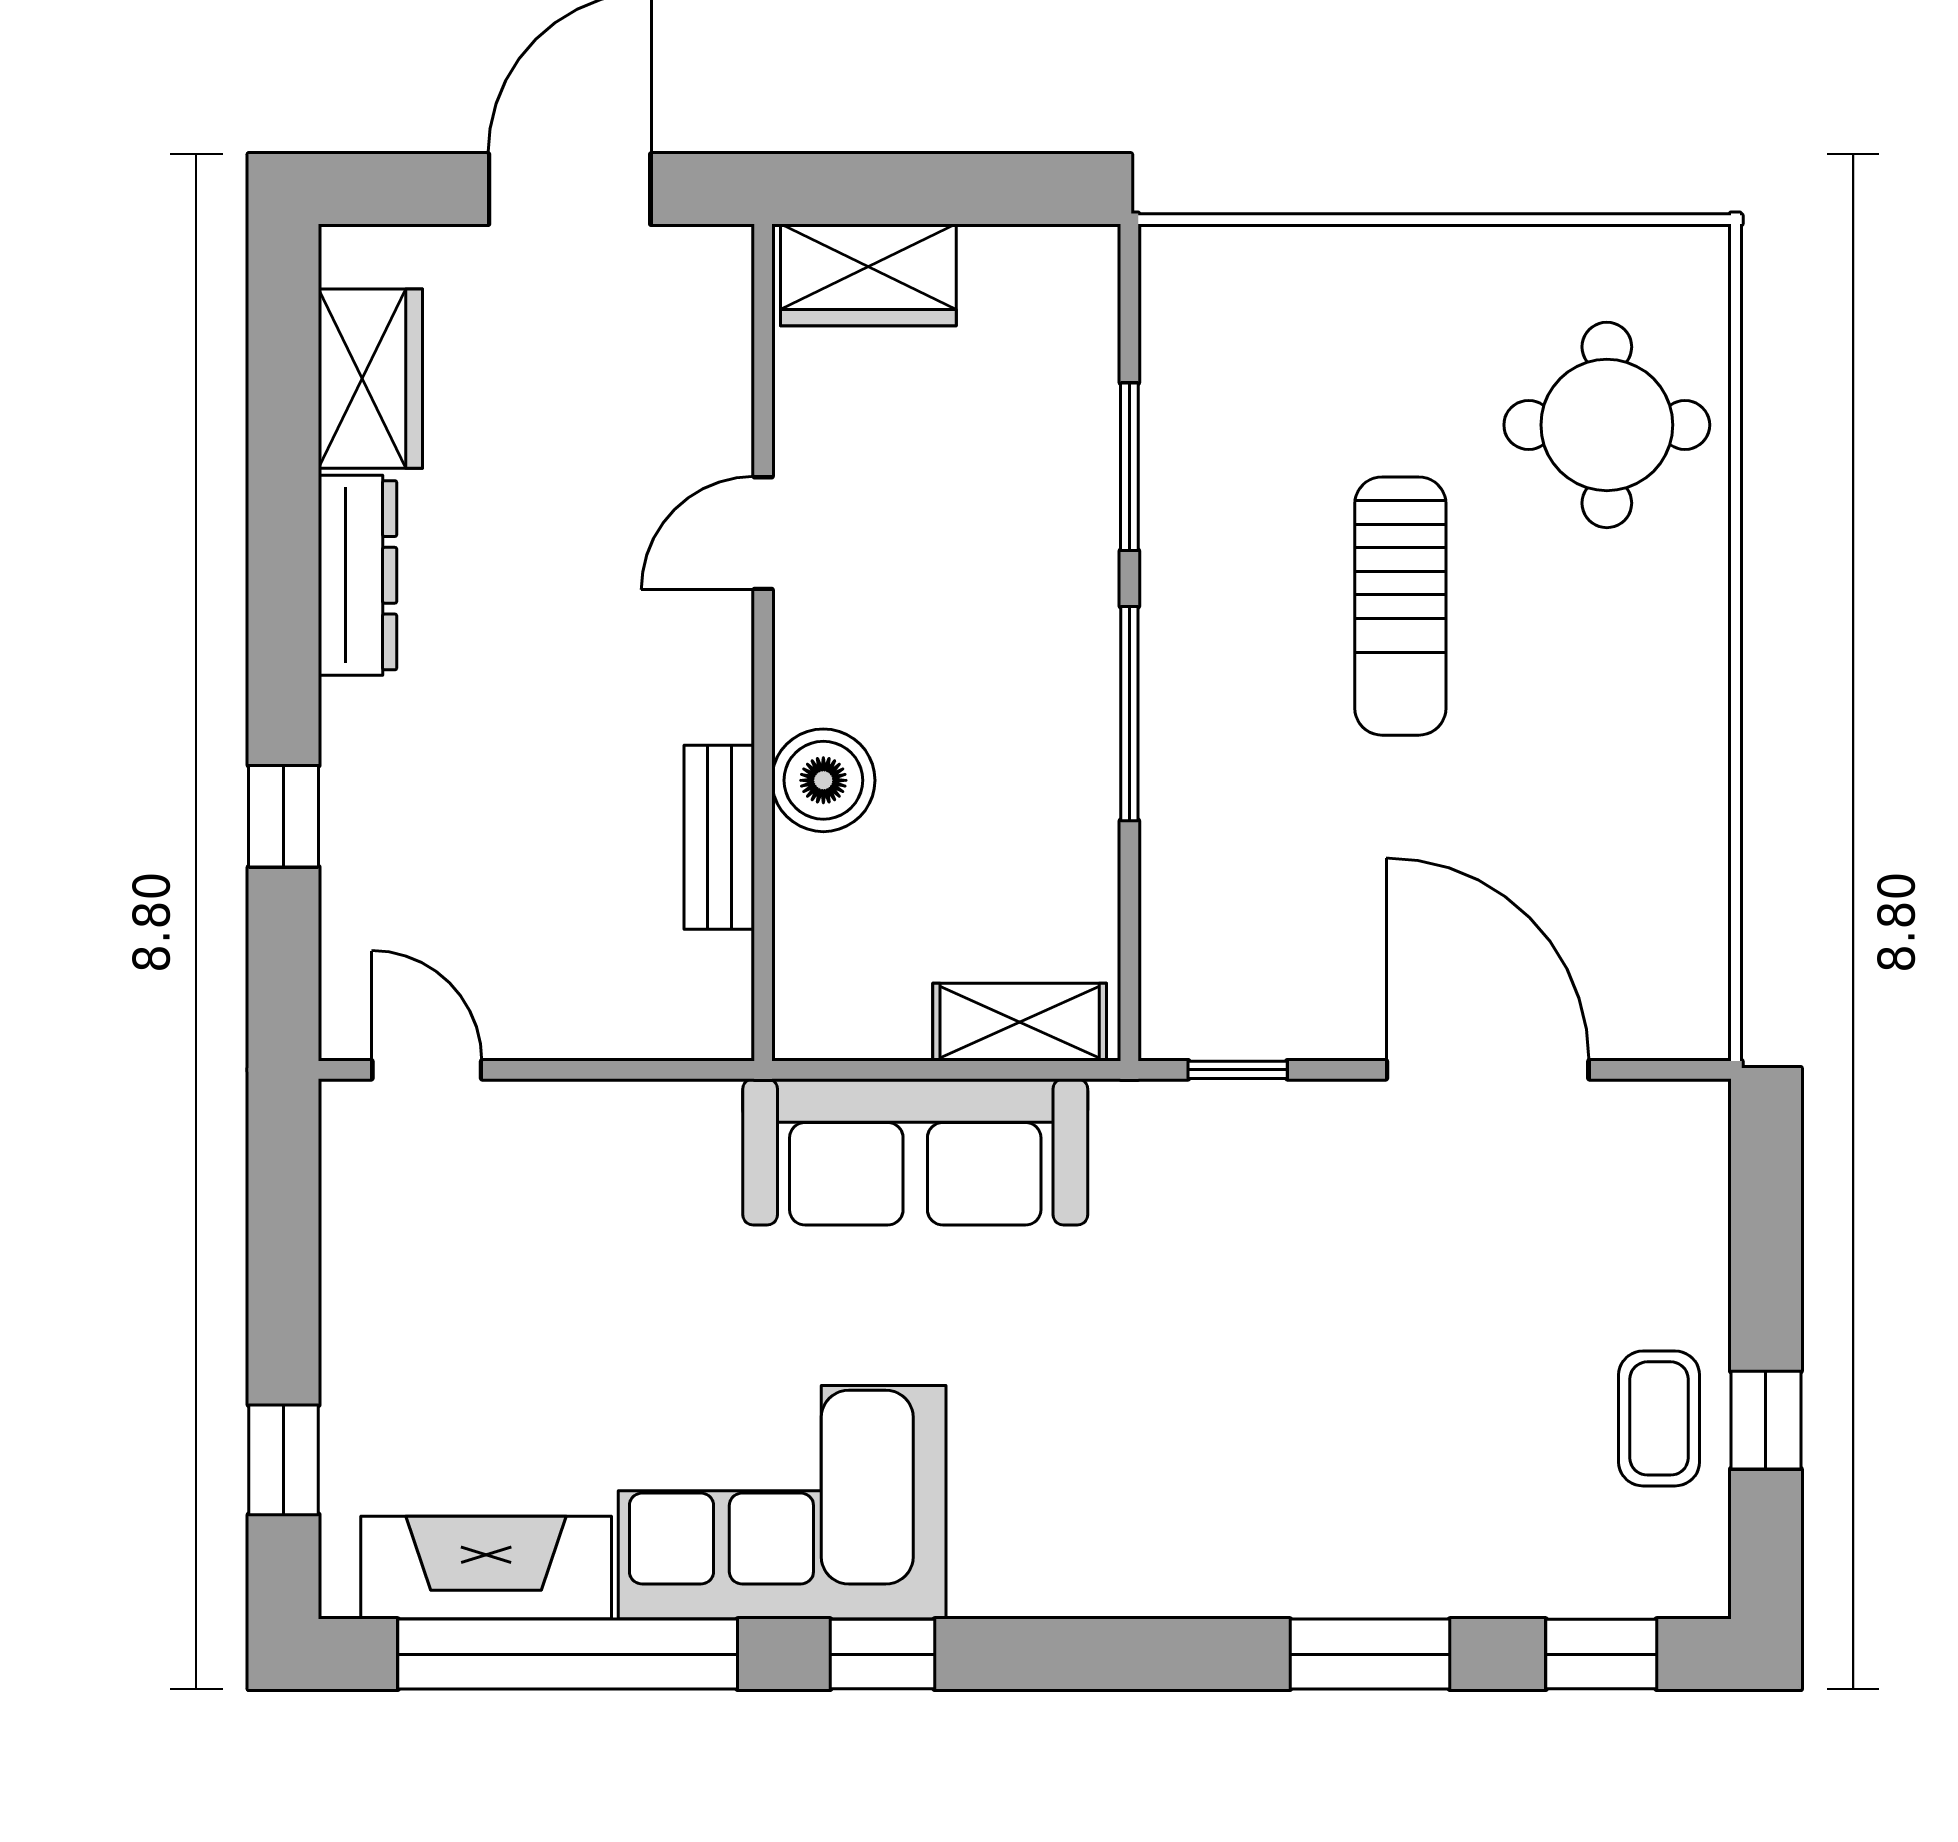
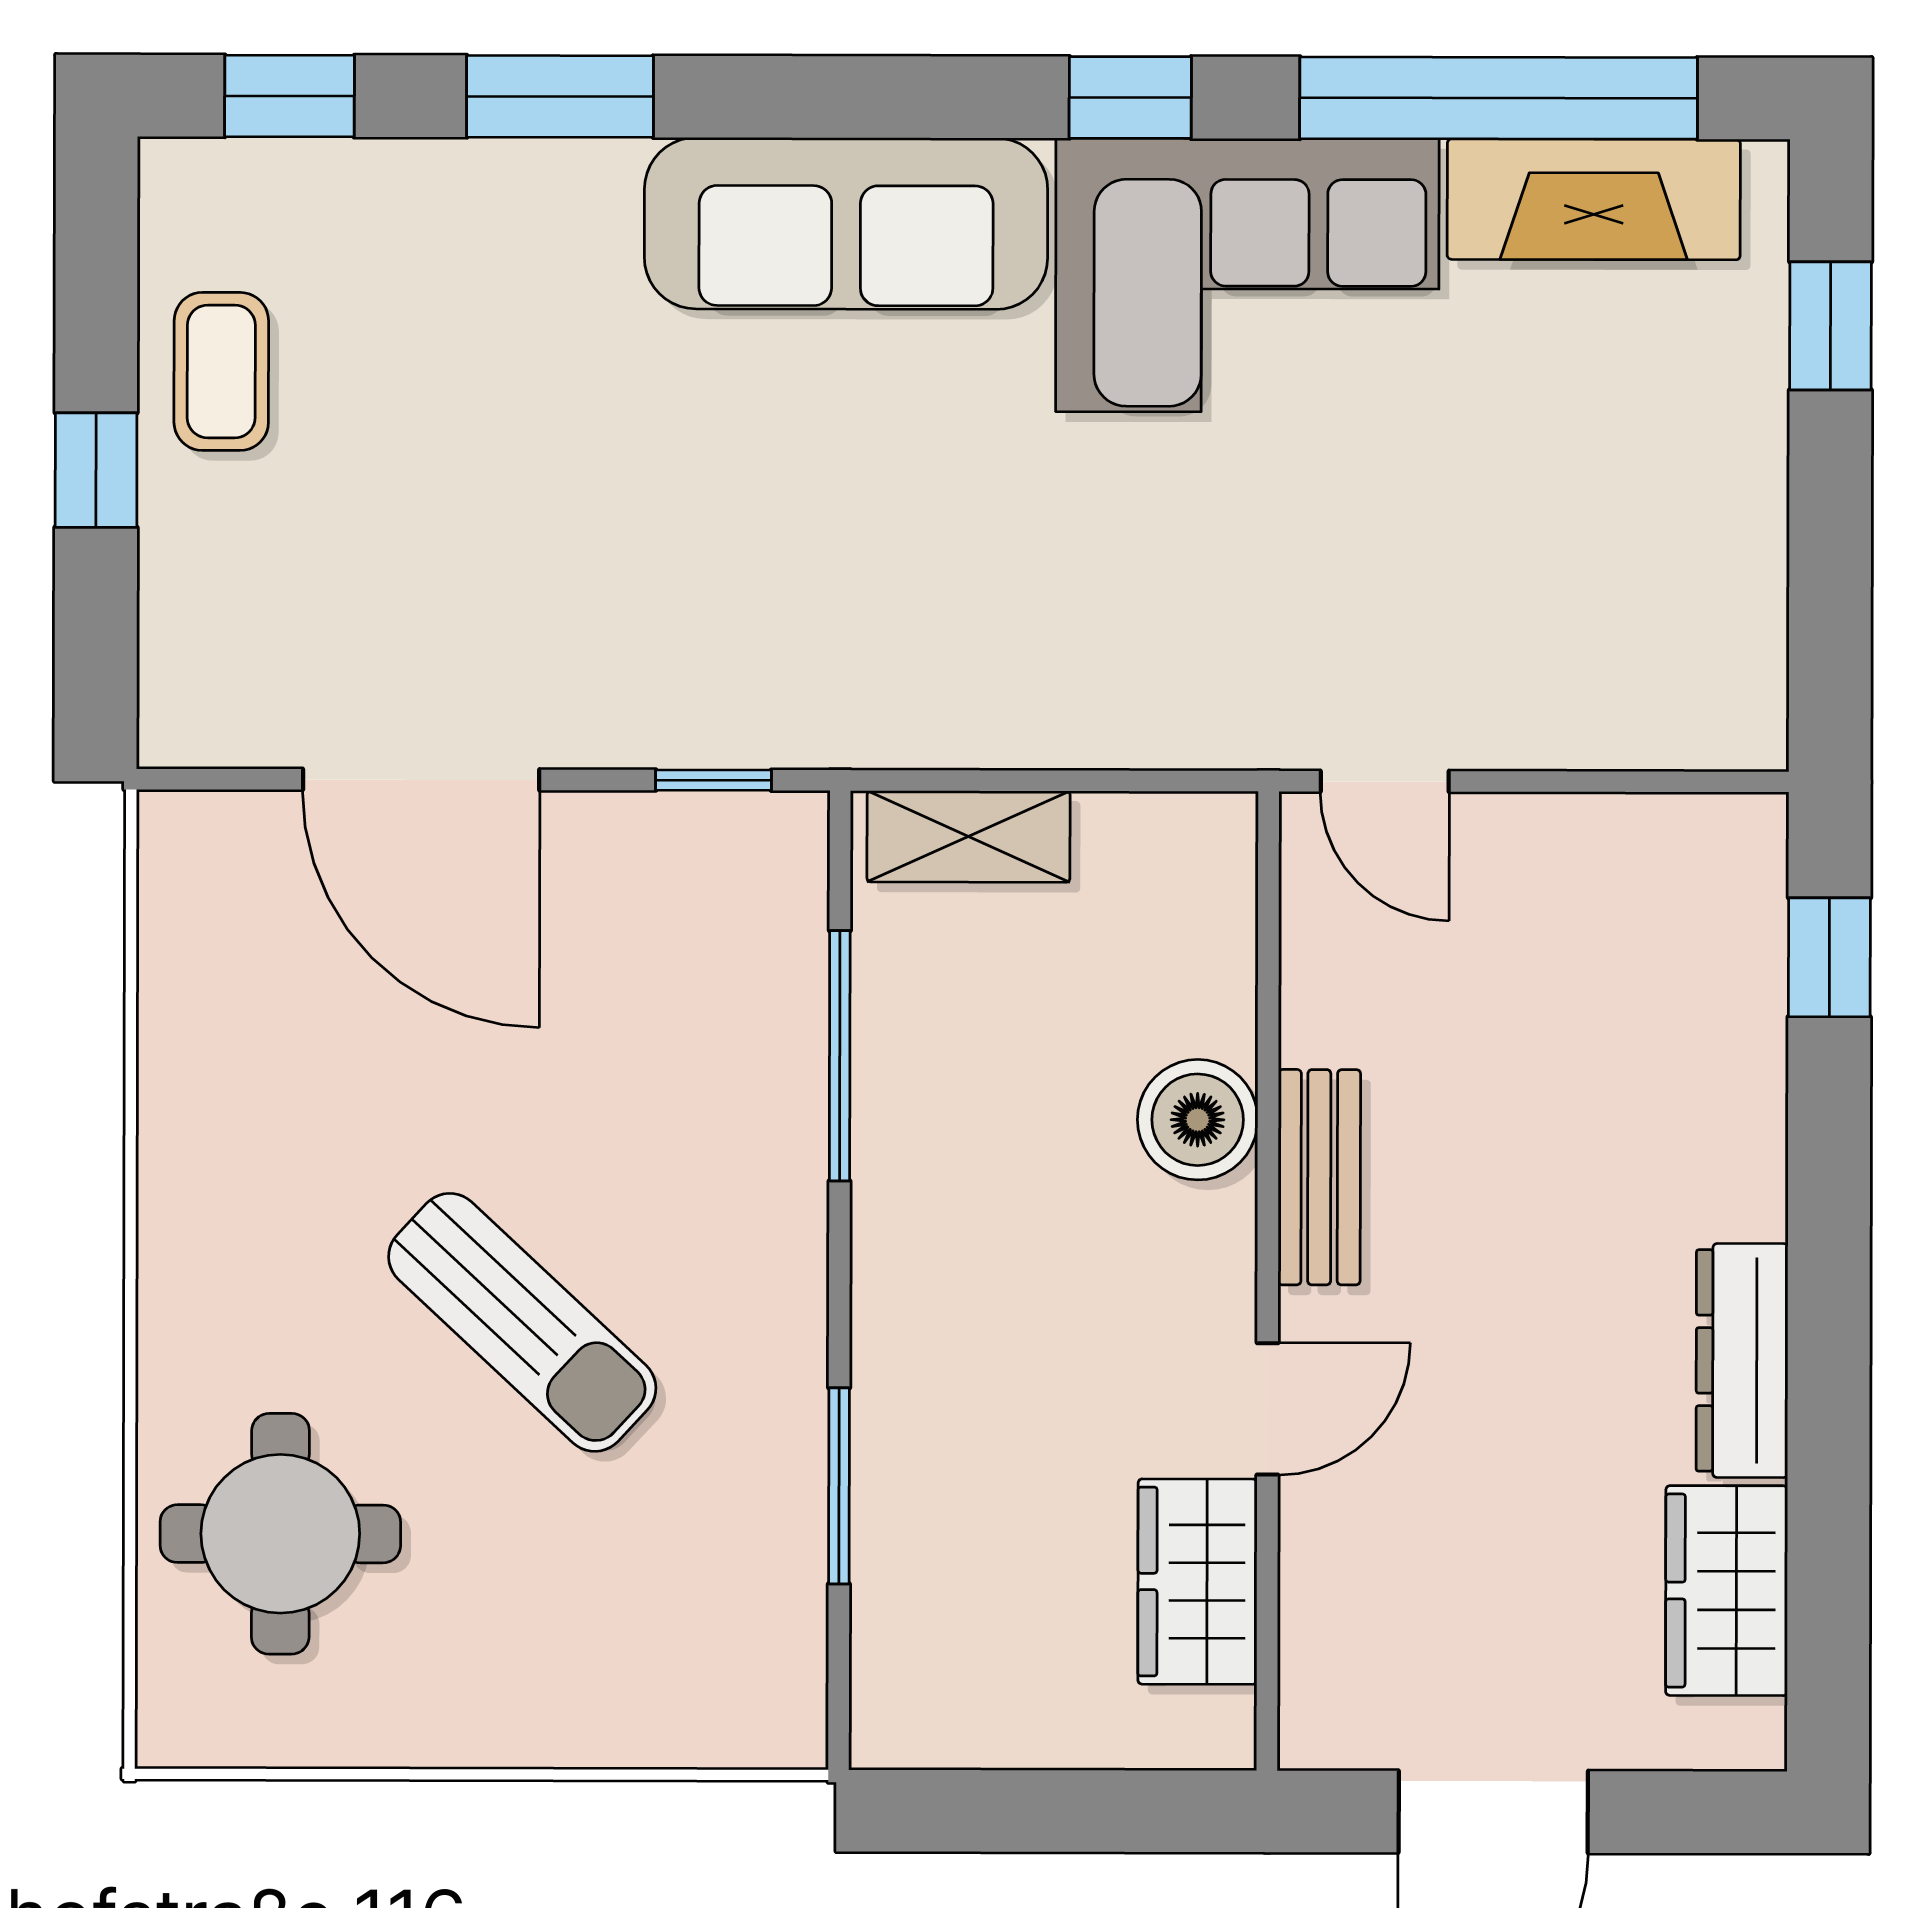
wardrobe: (868, 275) -> (1198, 1582), moved, turned -90
sun lounger: (1400, 606) -> (522, 1322), turned 133
window: (1129, 714) -> (840, 1056), moved
window: (284, 816) -> (1829, 957), moved
bench: (719, 837) -> (1319, 1177), moved
door: (427, 1070) -> (1385, 781), moved
sofa: (915, 1152) -> (846, 223), moved, turned 180
window: (1766, 1420) -> (96, 470), moved

